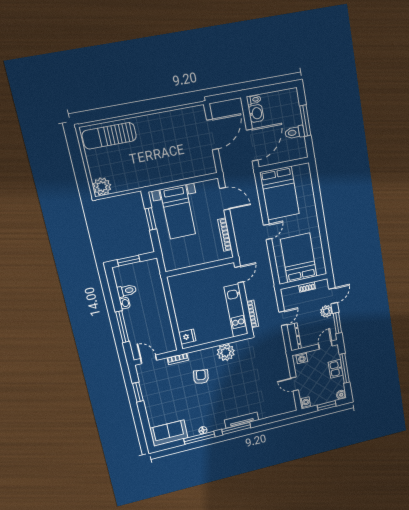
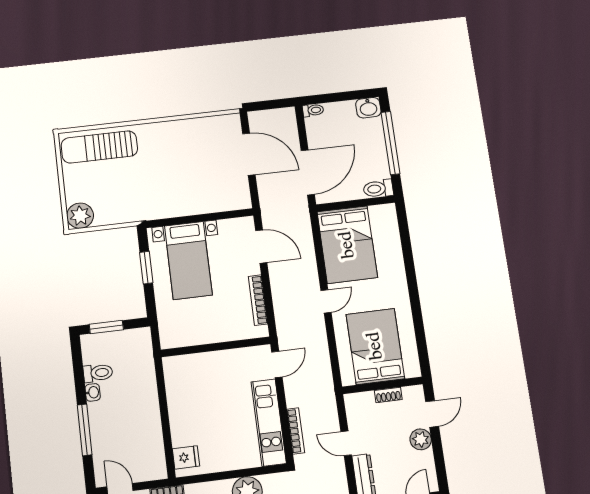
washbasin: (256, 113) -> (368, 108), moved, turned 90
window: (305, 121) -> (391, 143), width x1.46
toilet: (295, 132) -> (378, 189), moved
door: (212, 135) -> (249, 154), hinge flipped
door: (283, 318) -> (346, 443), swing flipped
window: (337, 323) -> (440, 462), removed

